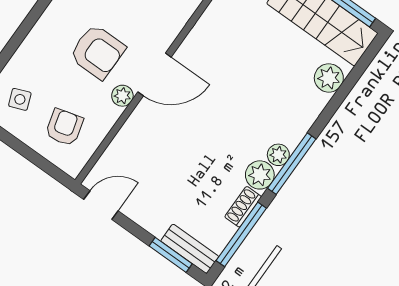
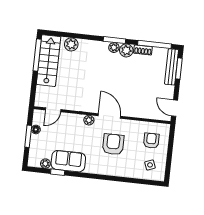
plant: (122, 96) -> (89, 120), moved
armchair: (64, 127) -> (151, 141), turned 105
window: (292, 164) -> (114, 40), width x0.69
bench: (190, 249) -> (172, 67), width x1.36

